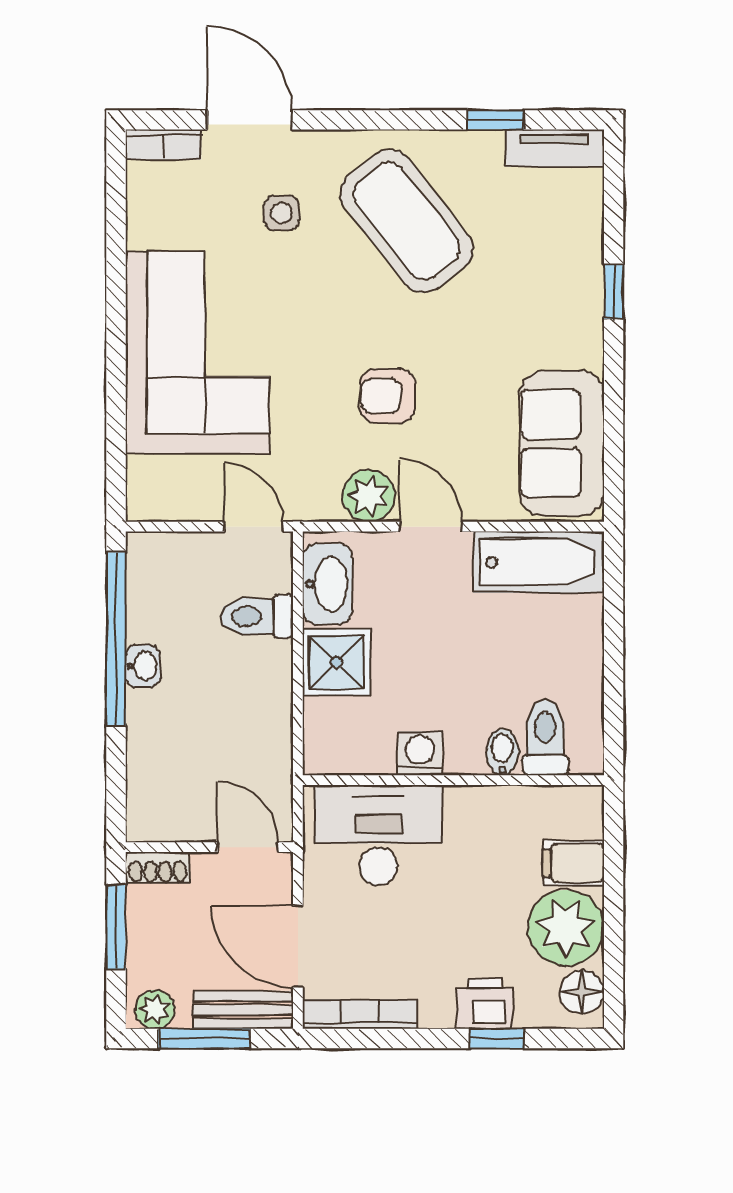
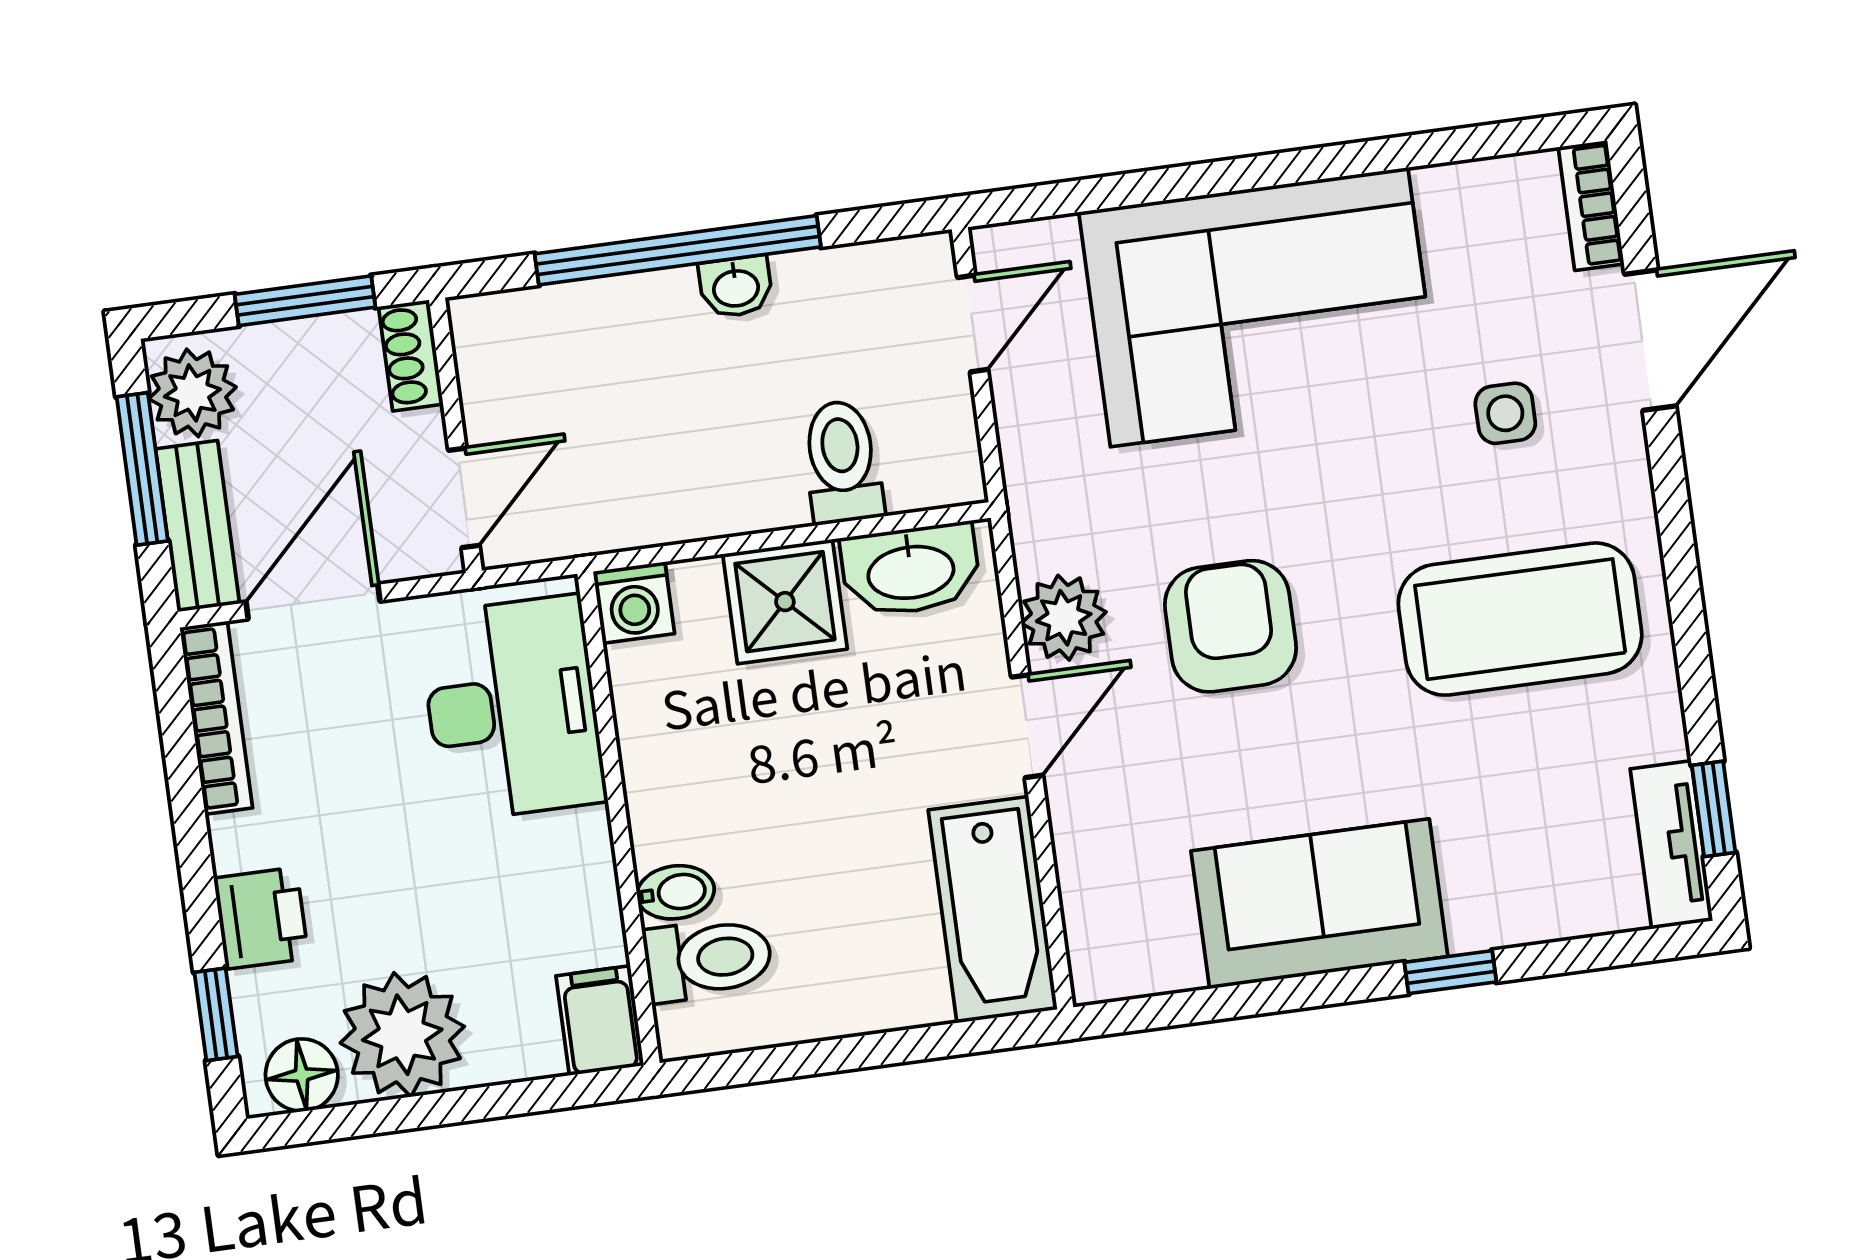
window: (496, 120) -> (1714, 809), moved
coffee table: (407, 221) -> (1520, 619), turned 38
armchair: (387, 396) -> (1231, 626), width x1.38, depth x1.38
sofa: (562, 443) -> (1319, 904), moved
door: (254, 527) -> (973, 324), moved
window: (116, 639) -> (678, 250), moved
washing machine: (420, 753) -> (634, 603), moved, turned 90
filing cabinet: (574, 863) -> (600, 1021), moved
plant: (155, 1009) -> (192, 393), width x1.38, depth x1.38
window: (497, 1039) -> (216, 1014), moved

